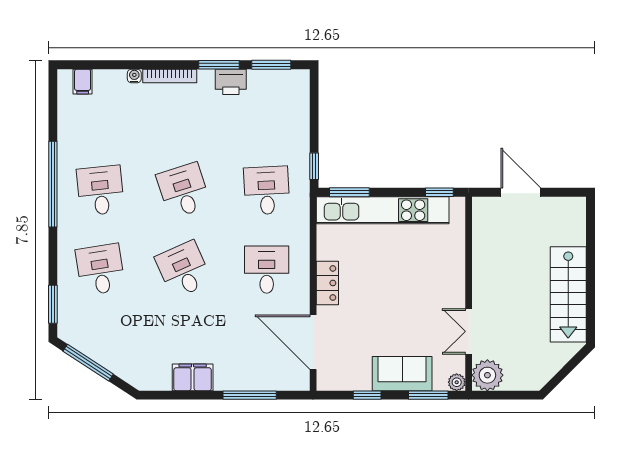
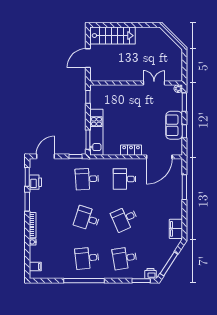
printer: (231, 82) -> (35, 182), moved
door: (314, 103) -> (45, 156), added
desk: (184, 190) -> (87, 219), turned 36
kitchen unit: (383, 210) -> (96, 132), width x0.73
stairs: (568, 294) -> (113, 36), moved
printer: (68, 324) -> (150, 273), added
double door: (469, 331) -> (154, 83), swing flipped
sofa: (402, 374) -> (174, 125), moved
plant: (487, 375) -> (175, 74), removed
filing cabinet: (193, 377) -> (176, 229), moved

